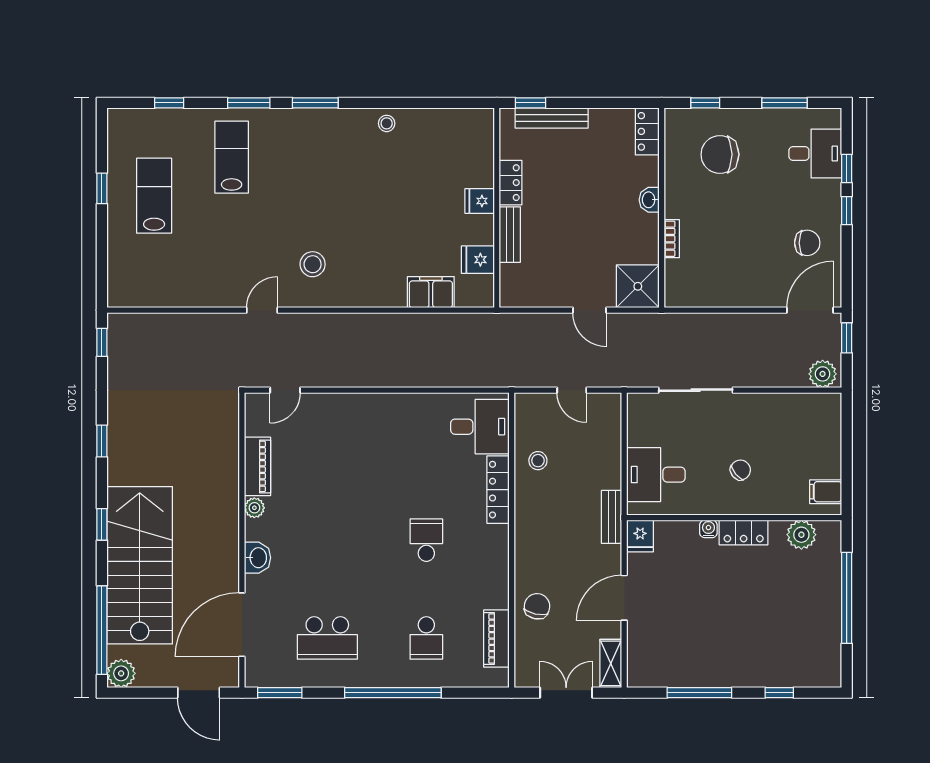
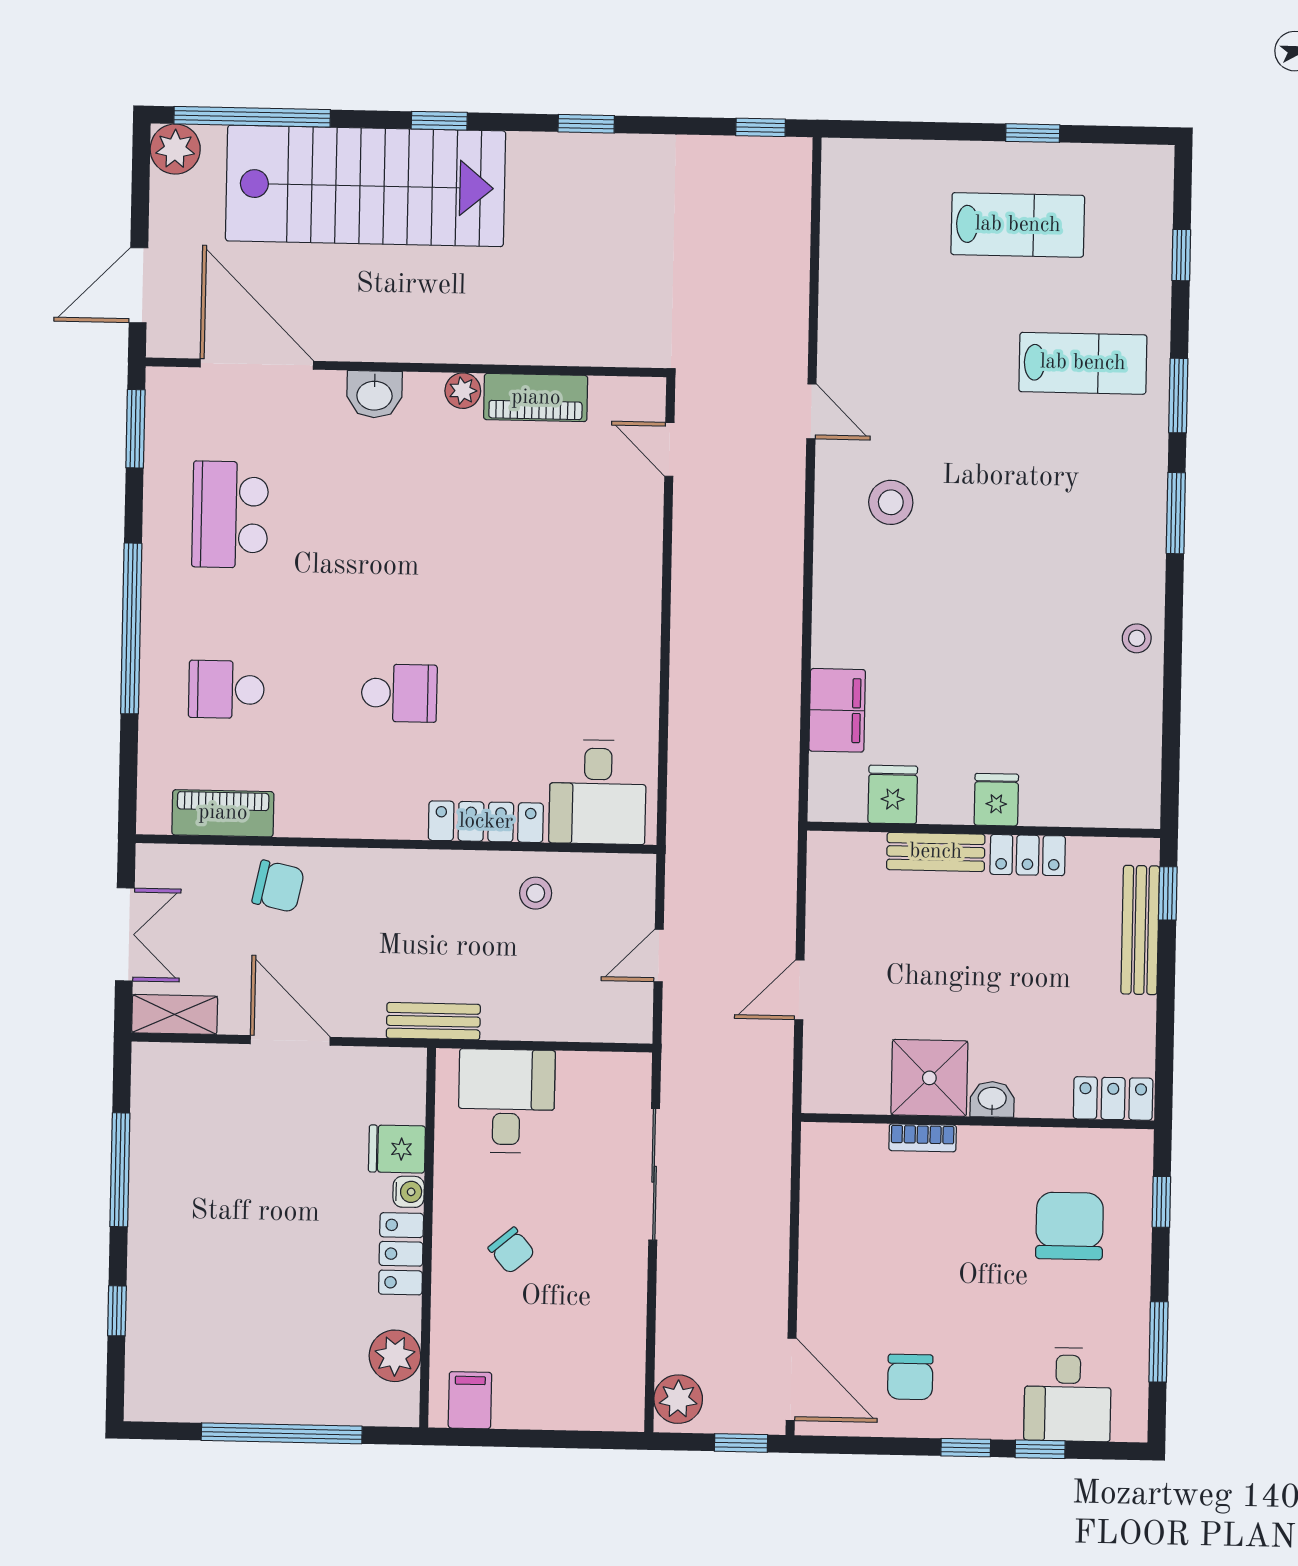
shower: (638, 286) -> (929, 1078), moved
fridge: (640, 536) -> (397, 1149), moved

